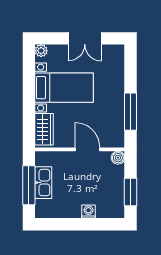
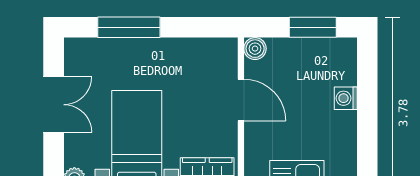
window: (131, 112) -> (129, 27), moved
door: (87, 149) -> (241, 100), swing flipped

